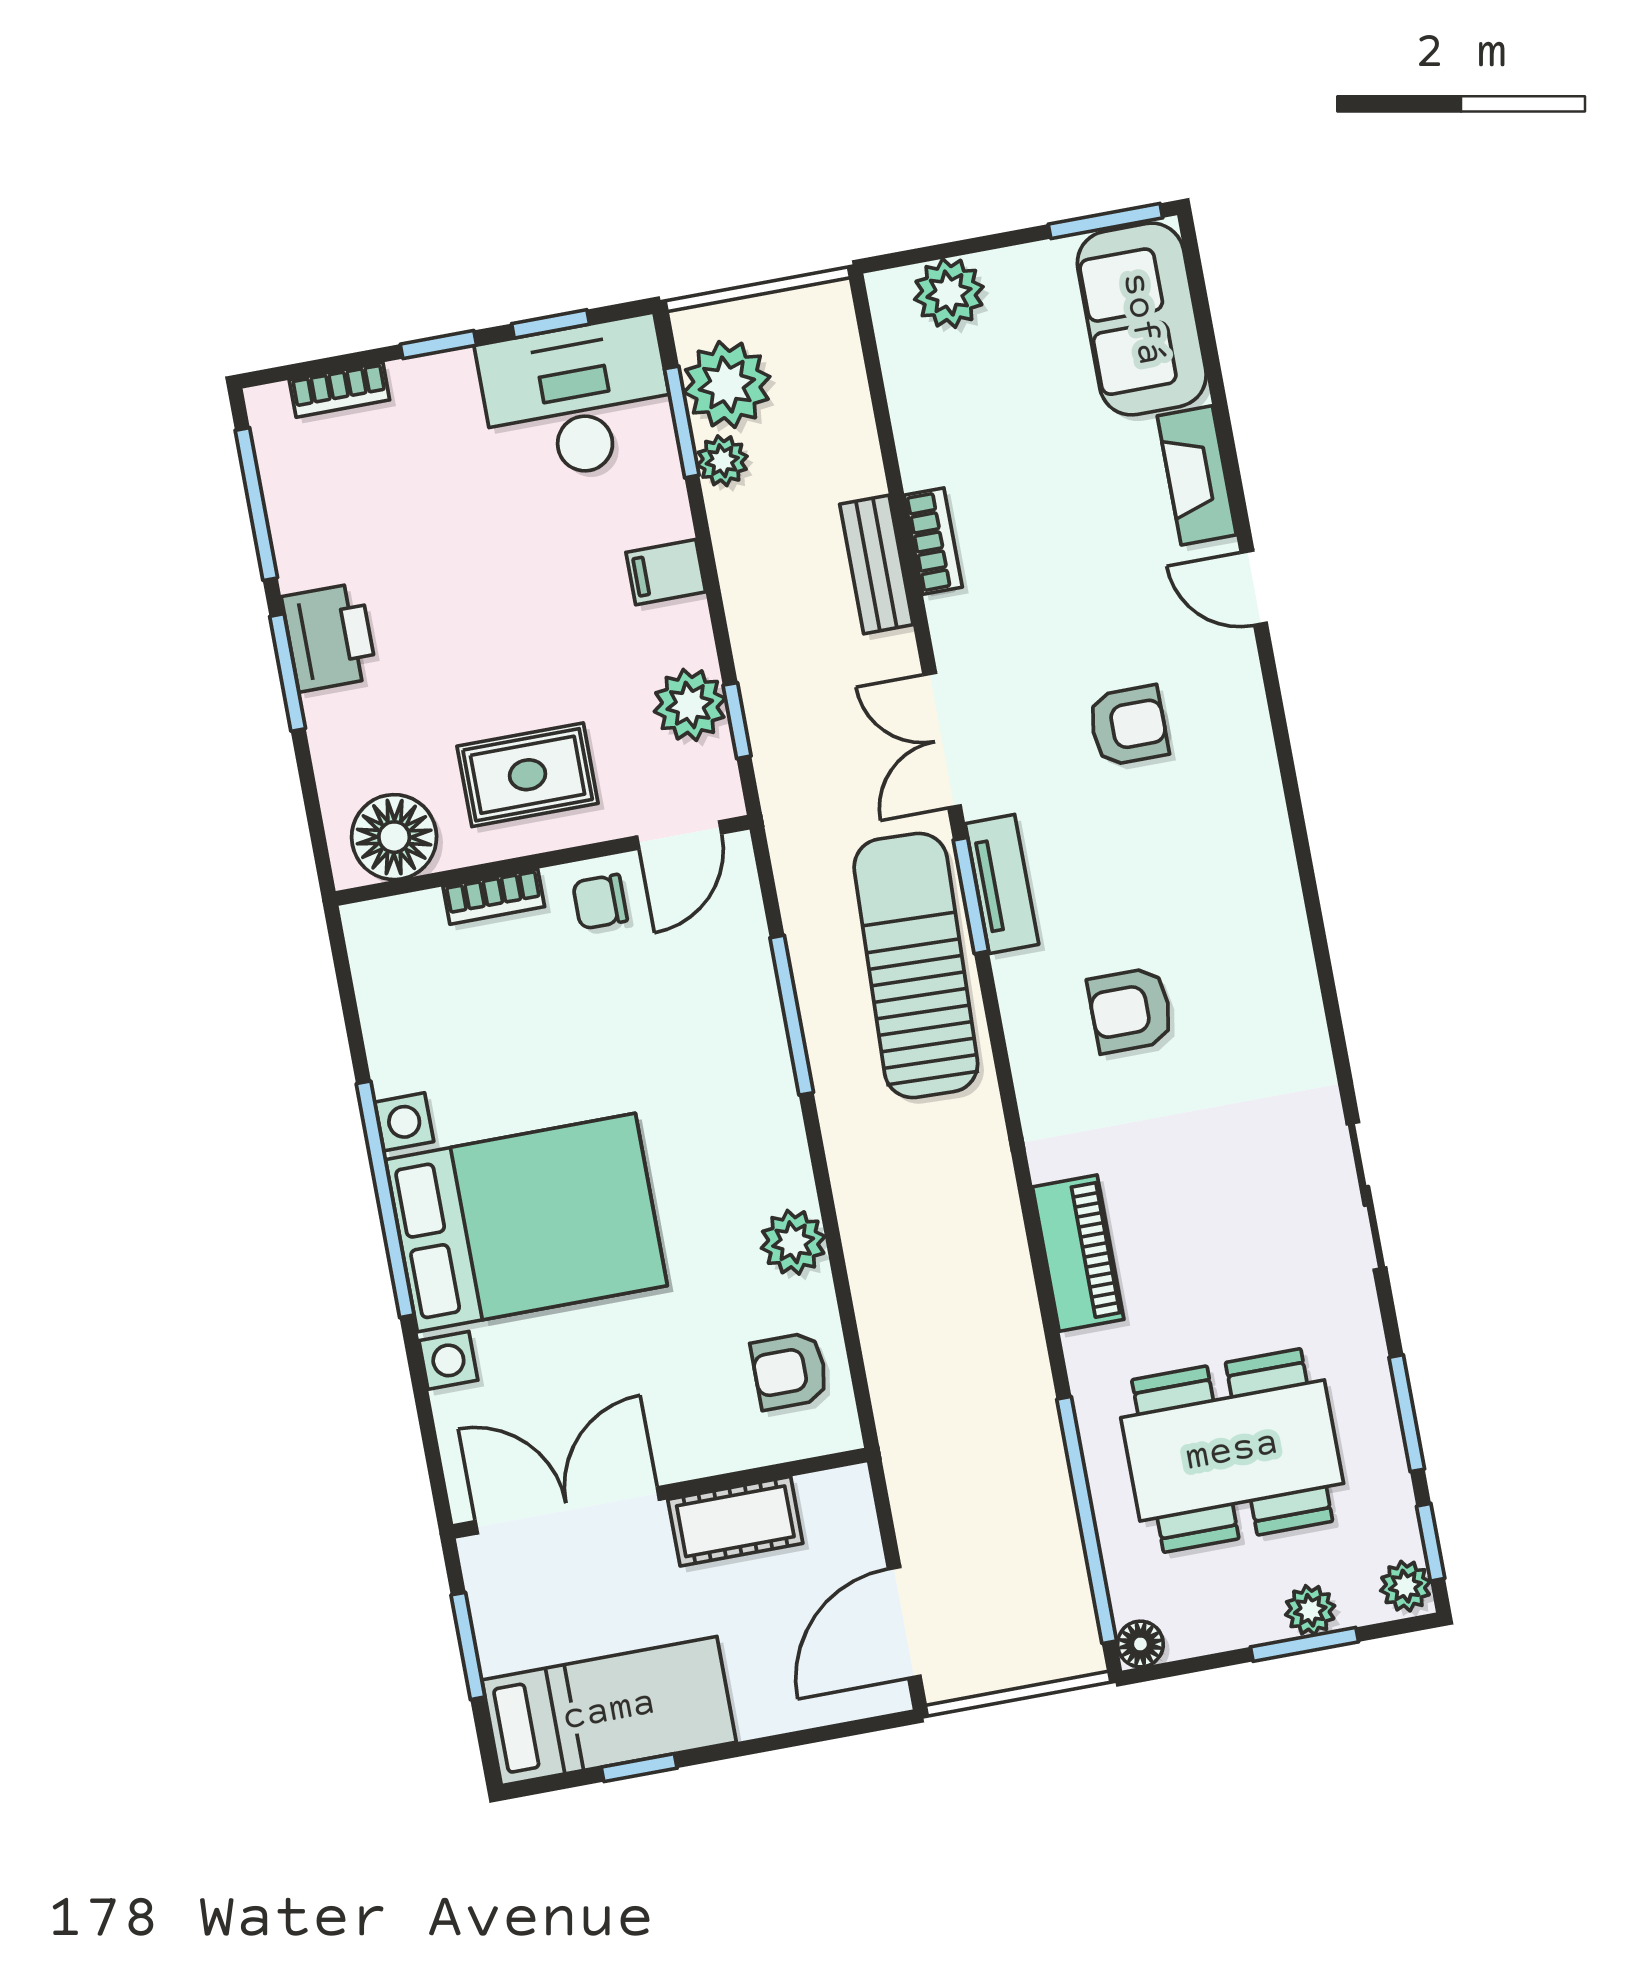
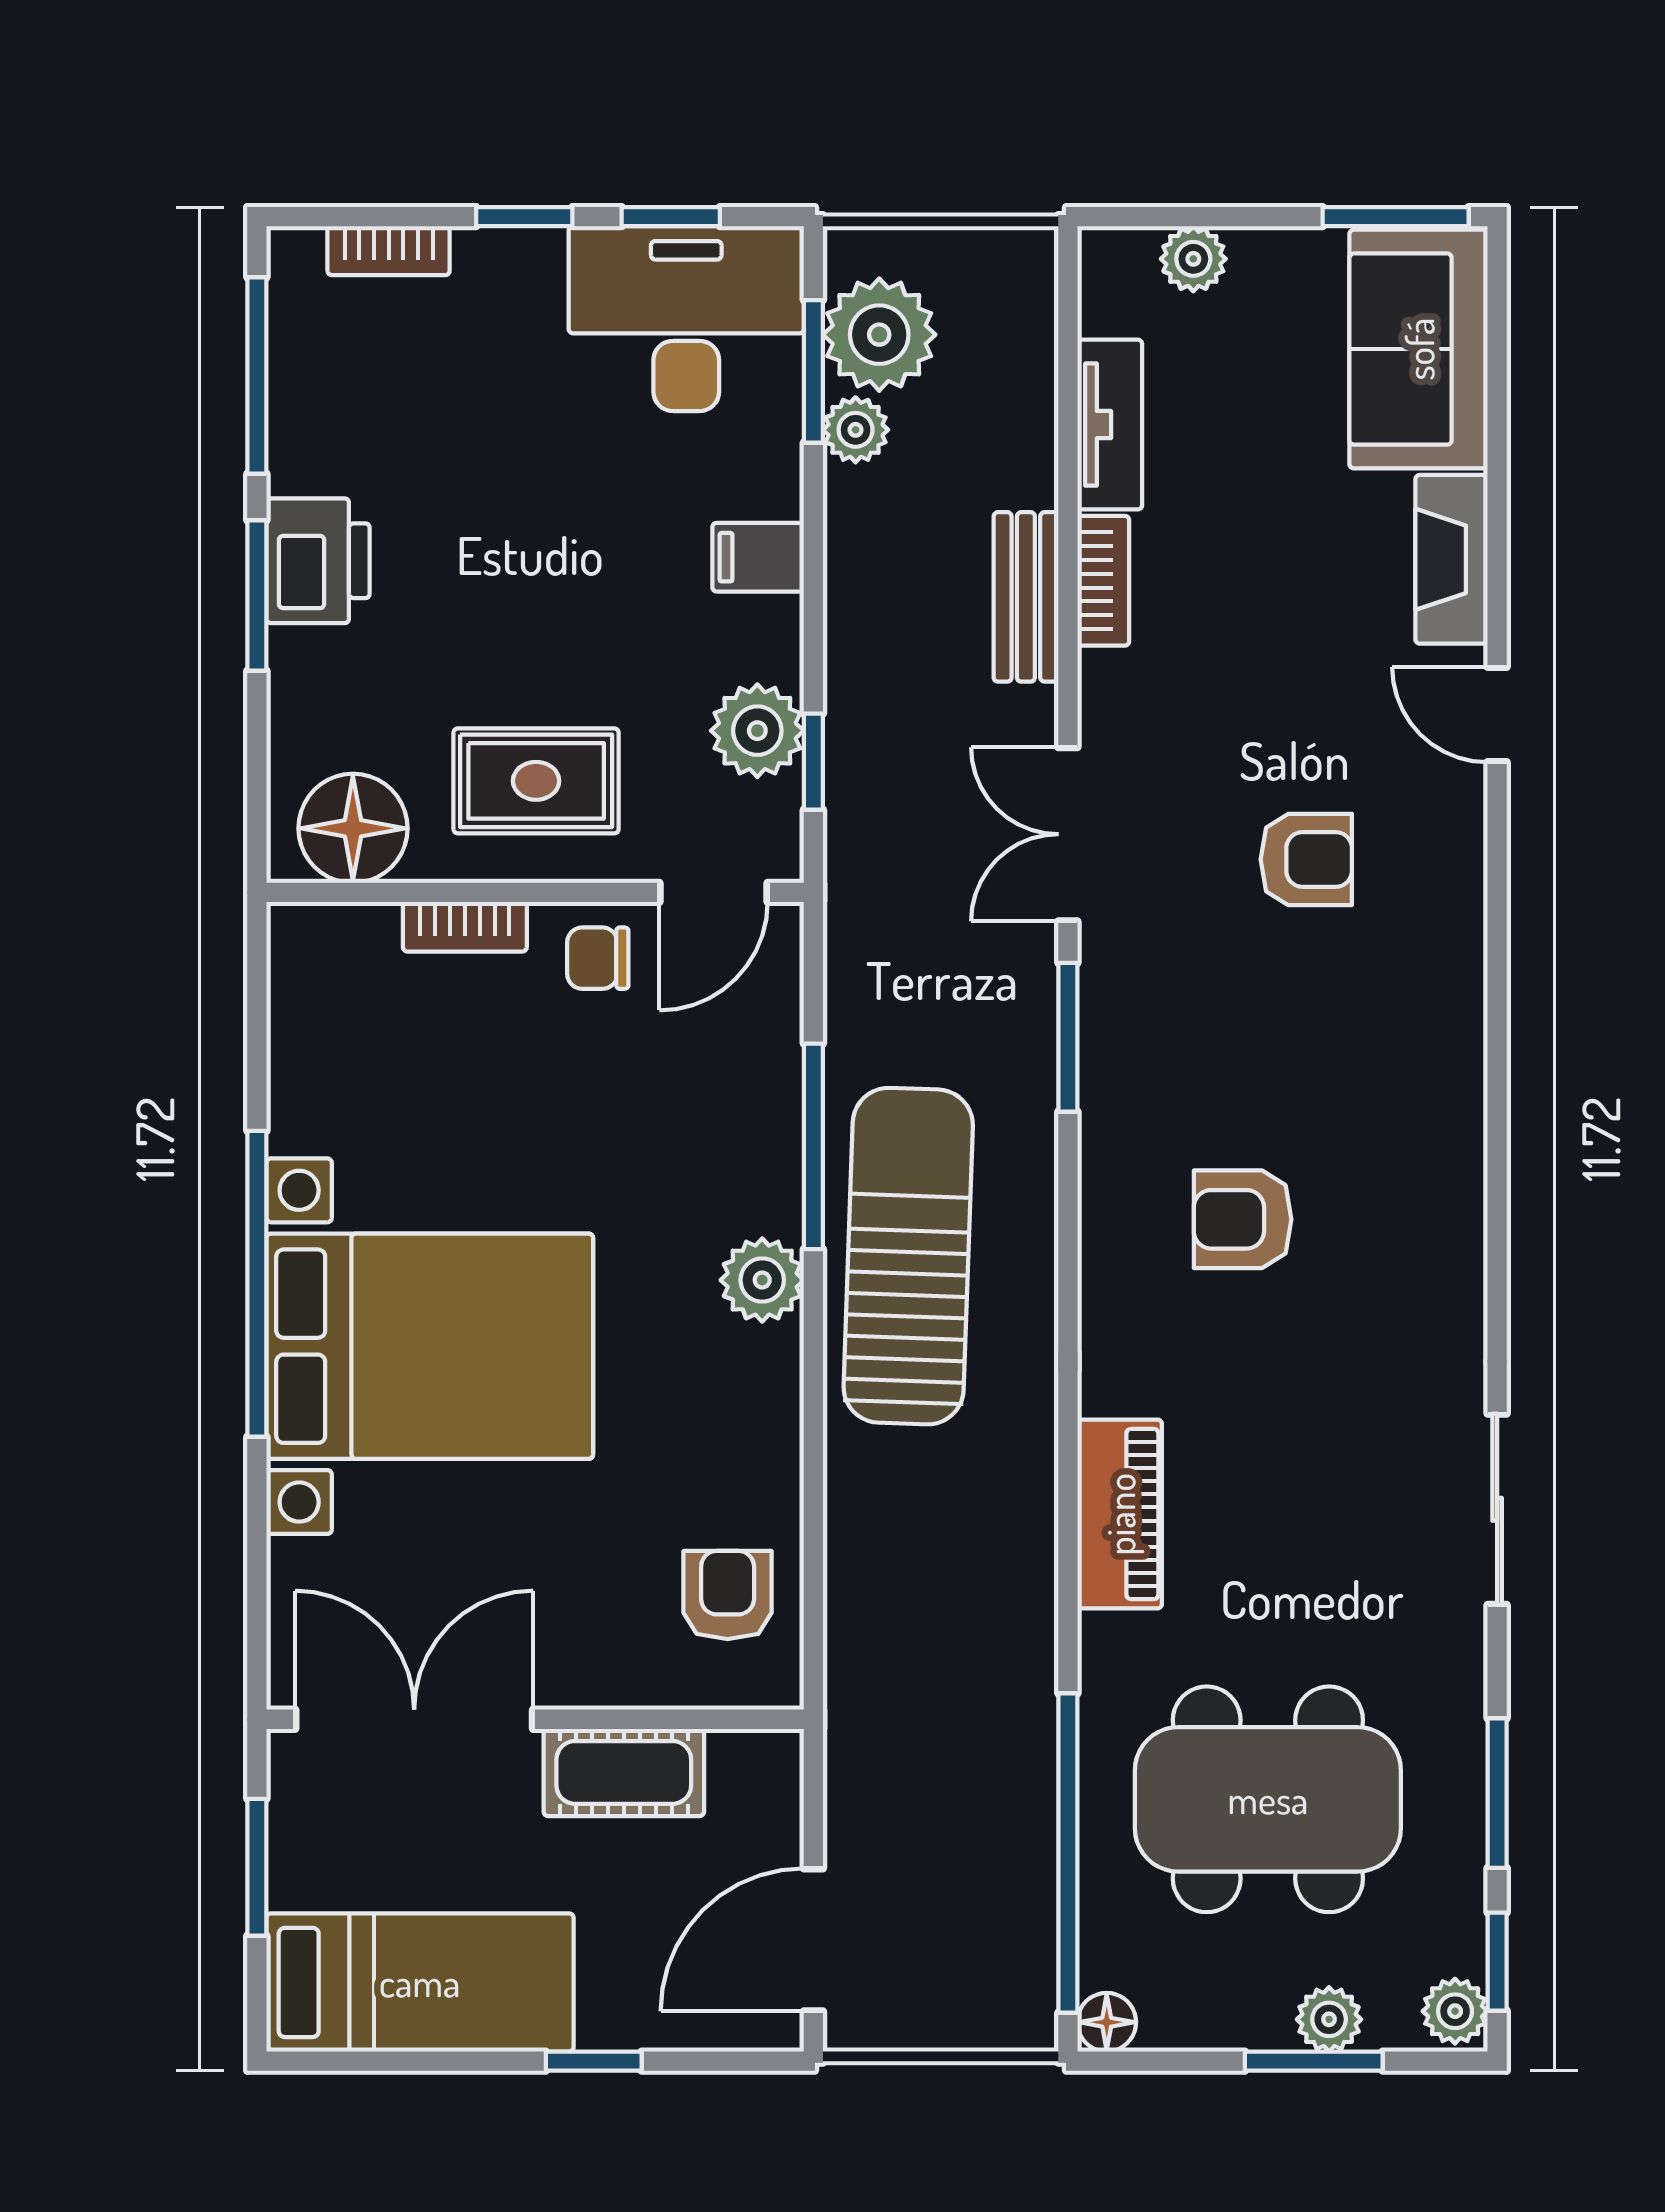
plant: (949, 293) -> (1193, 259), width x0.73, depth x0.73
tv unit: (1002, 884) -> (1110, 425), moved
sun lounger: (916, 965) -> (908, 1256), moved
plant: (793, 1242) -> (762, 1280), moved
armchair: (790, 1371) -> (728, 1595), turned 90
window: (639, 1768) -> (594, 2061), moved

